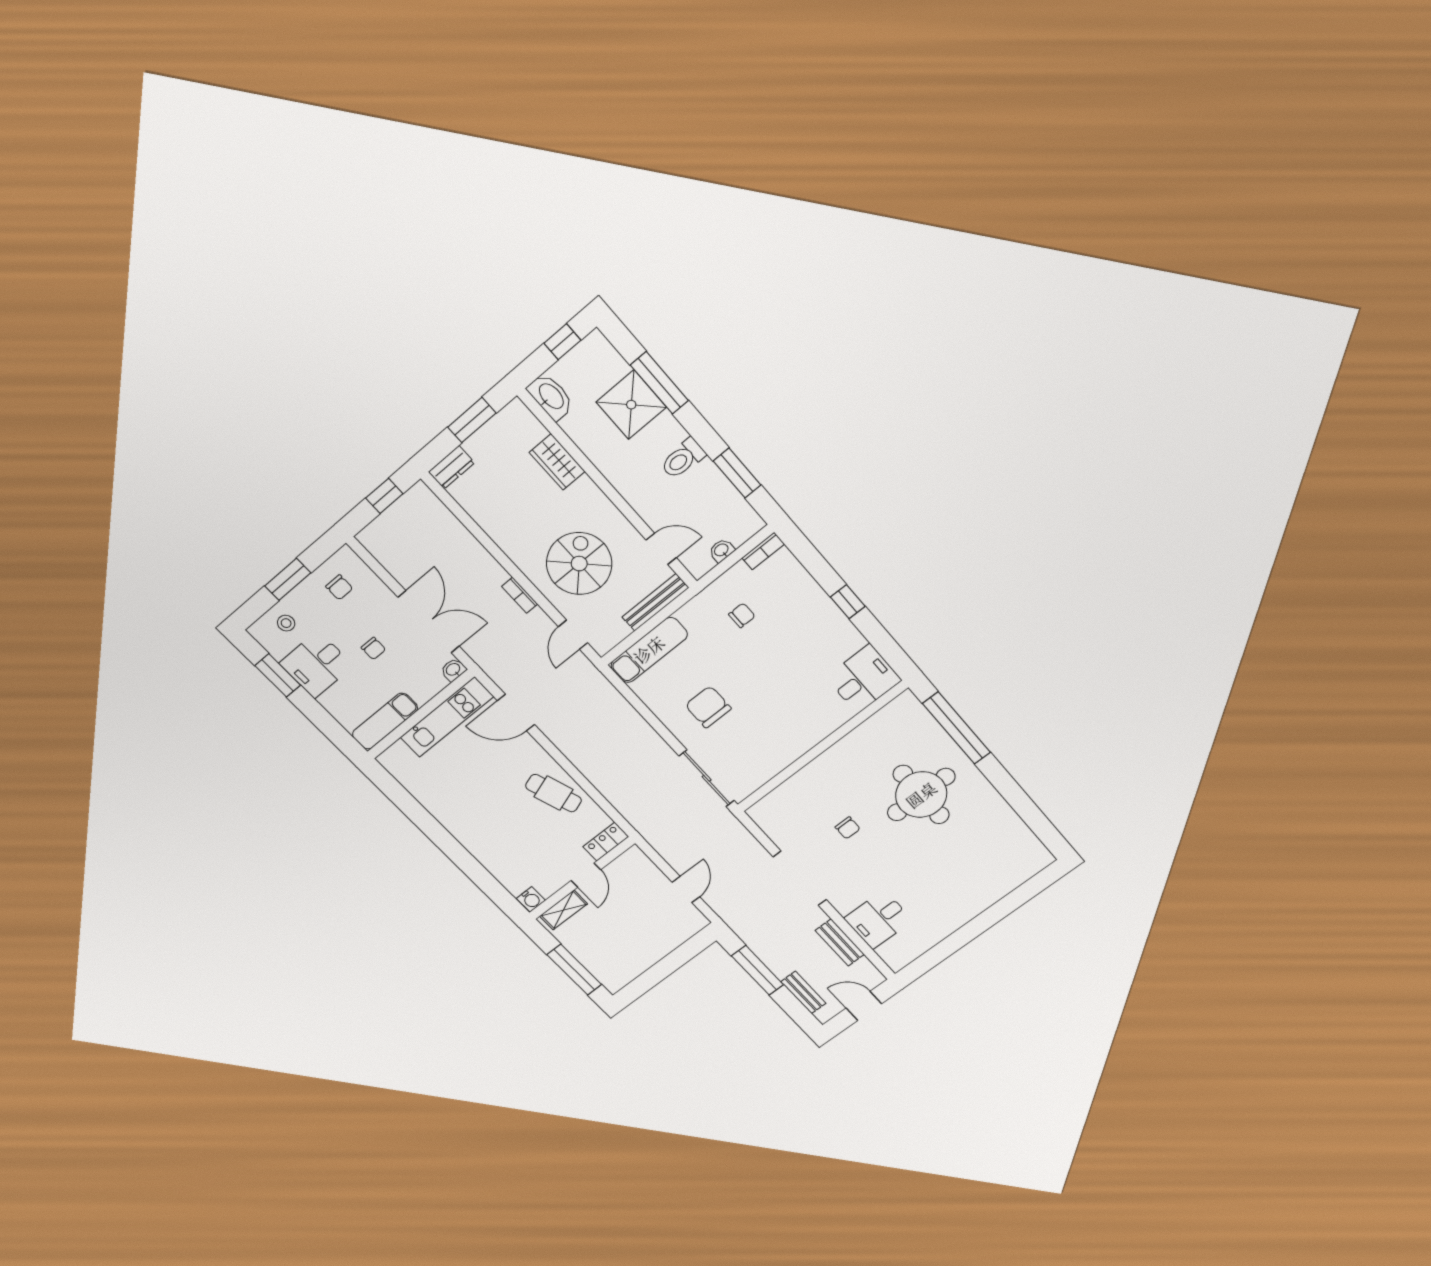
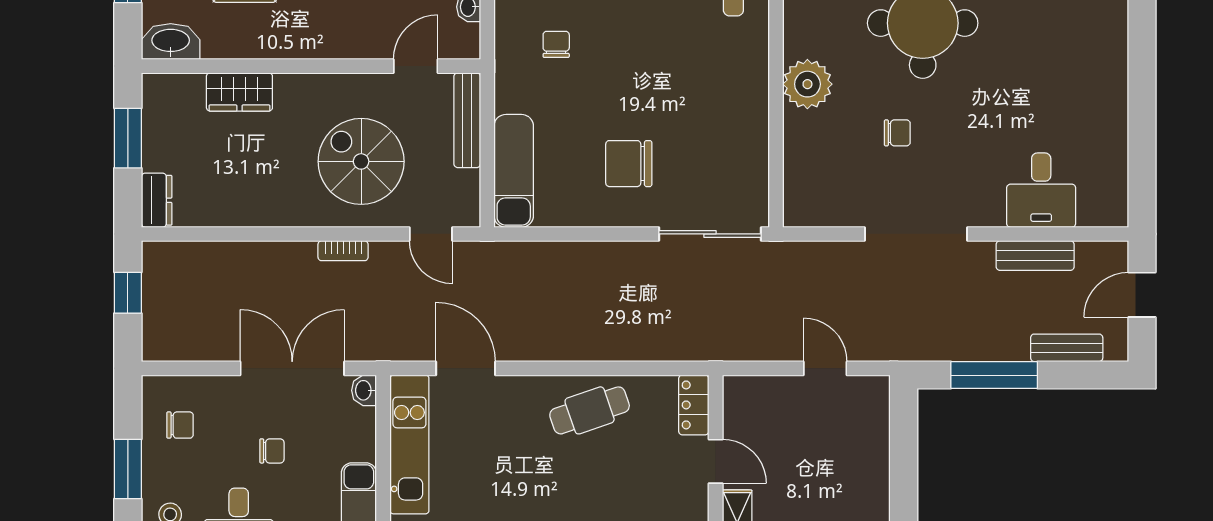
door: (516, 713) -> (466, 368), swing flipped
plant: (835, 763) -> (807, 84), added

